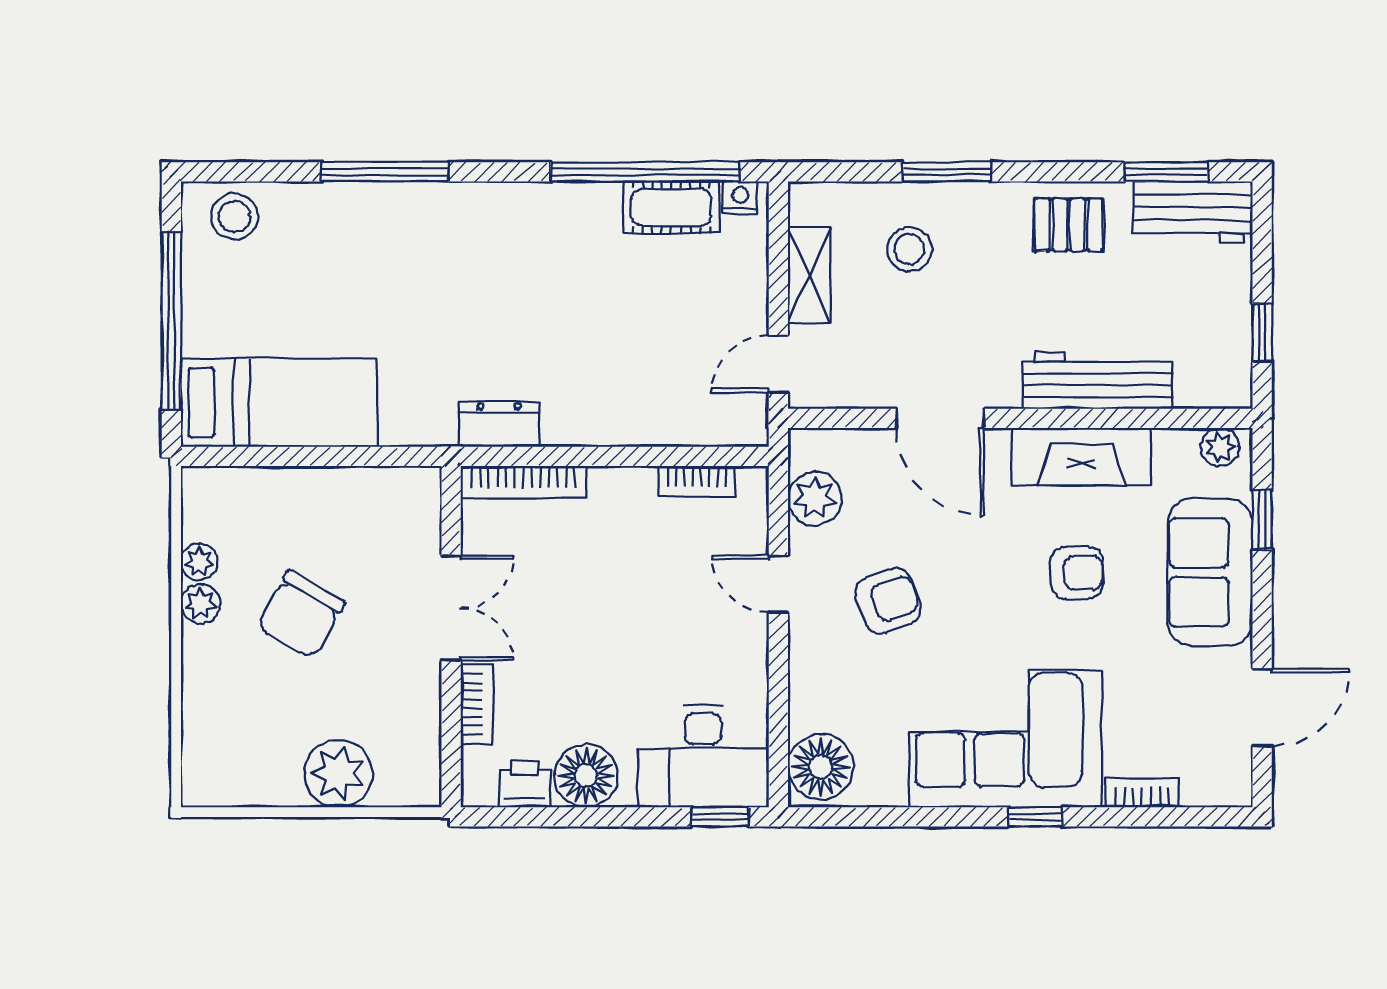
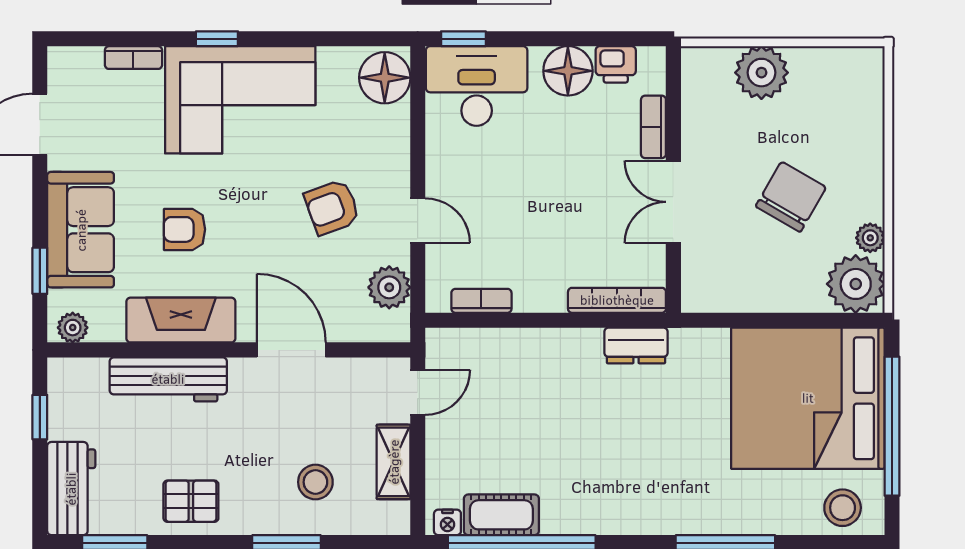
workbench: (1193, 212) -> (71, 489), moved, turned 90
bed: (279, 403) -> (808, 398), width x2.04
plant: (200, 604) -> (856, 284), moved, width x1.87, depth x1.87

